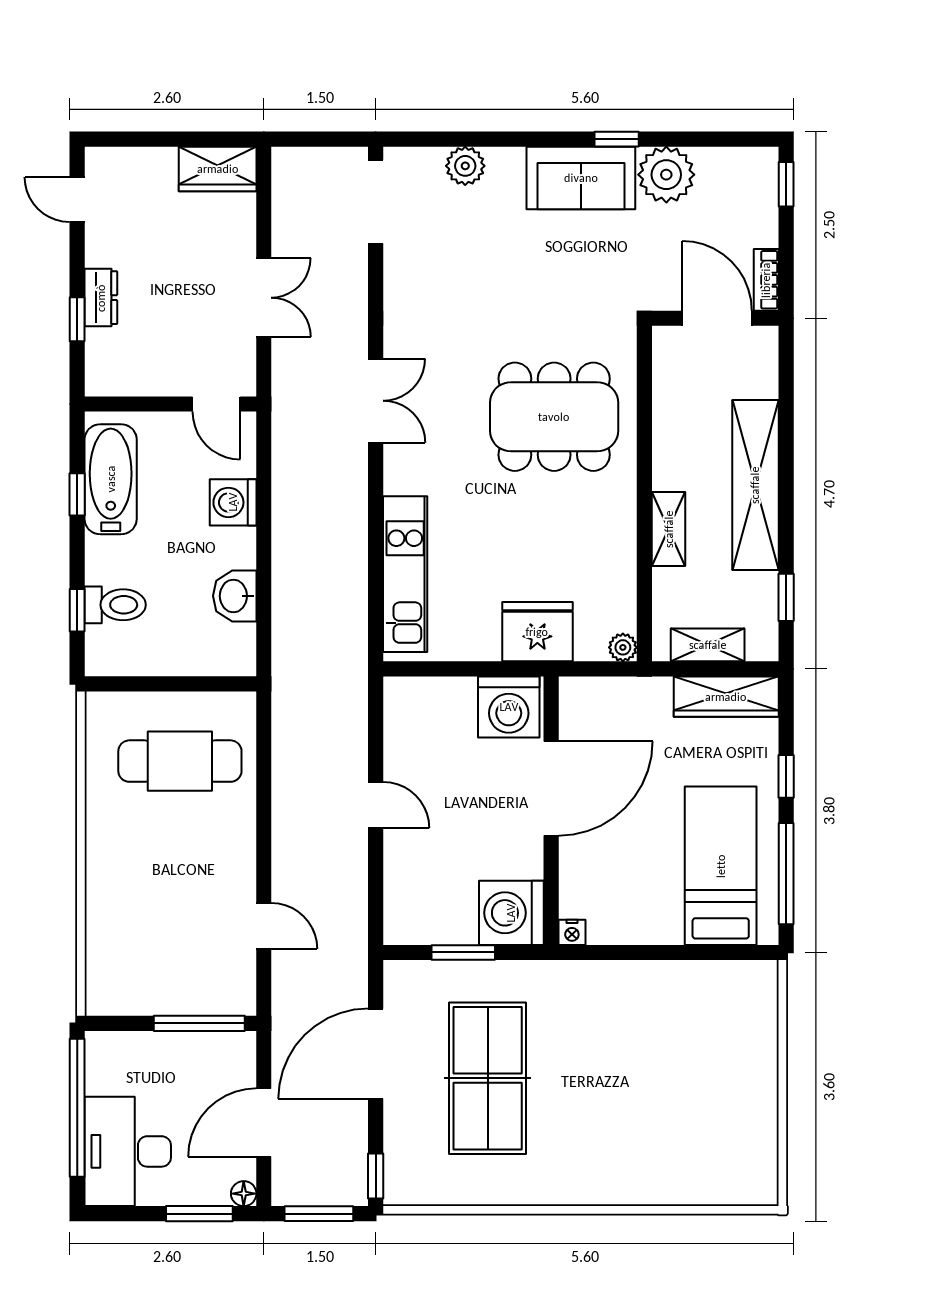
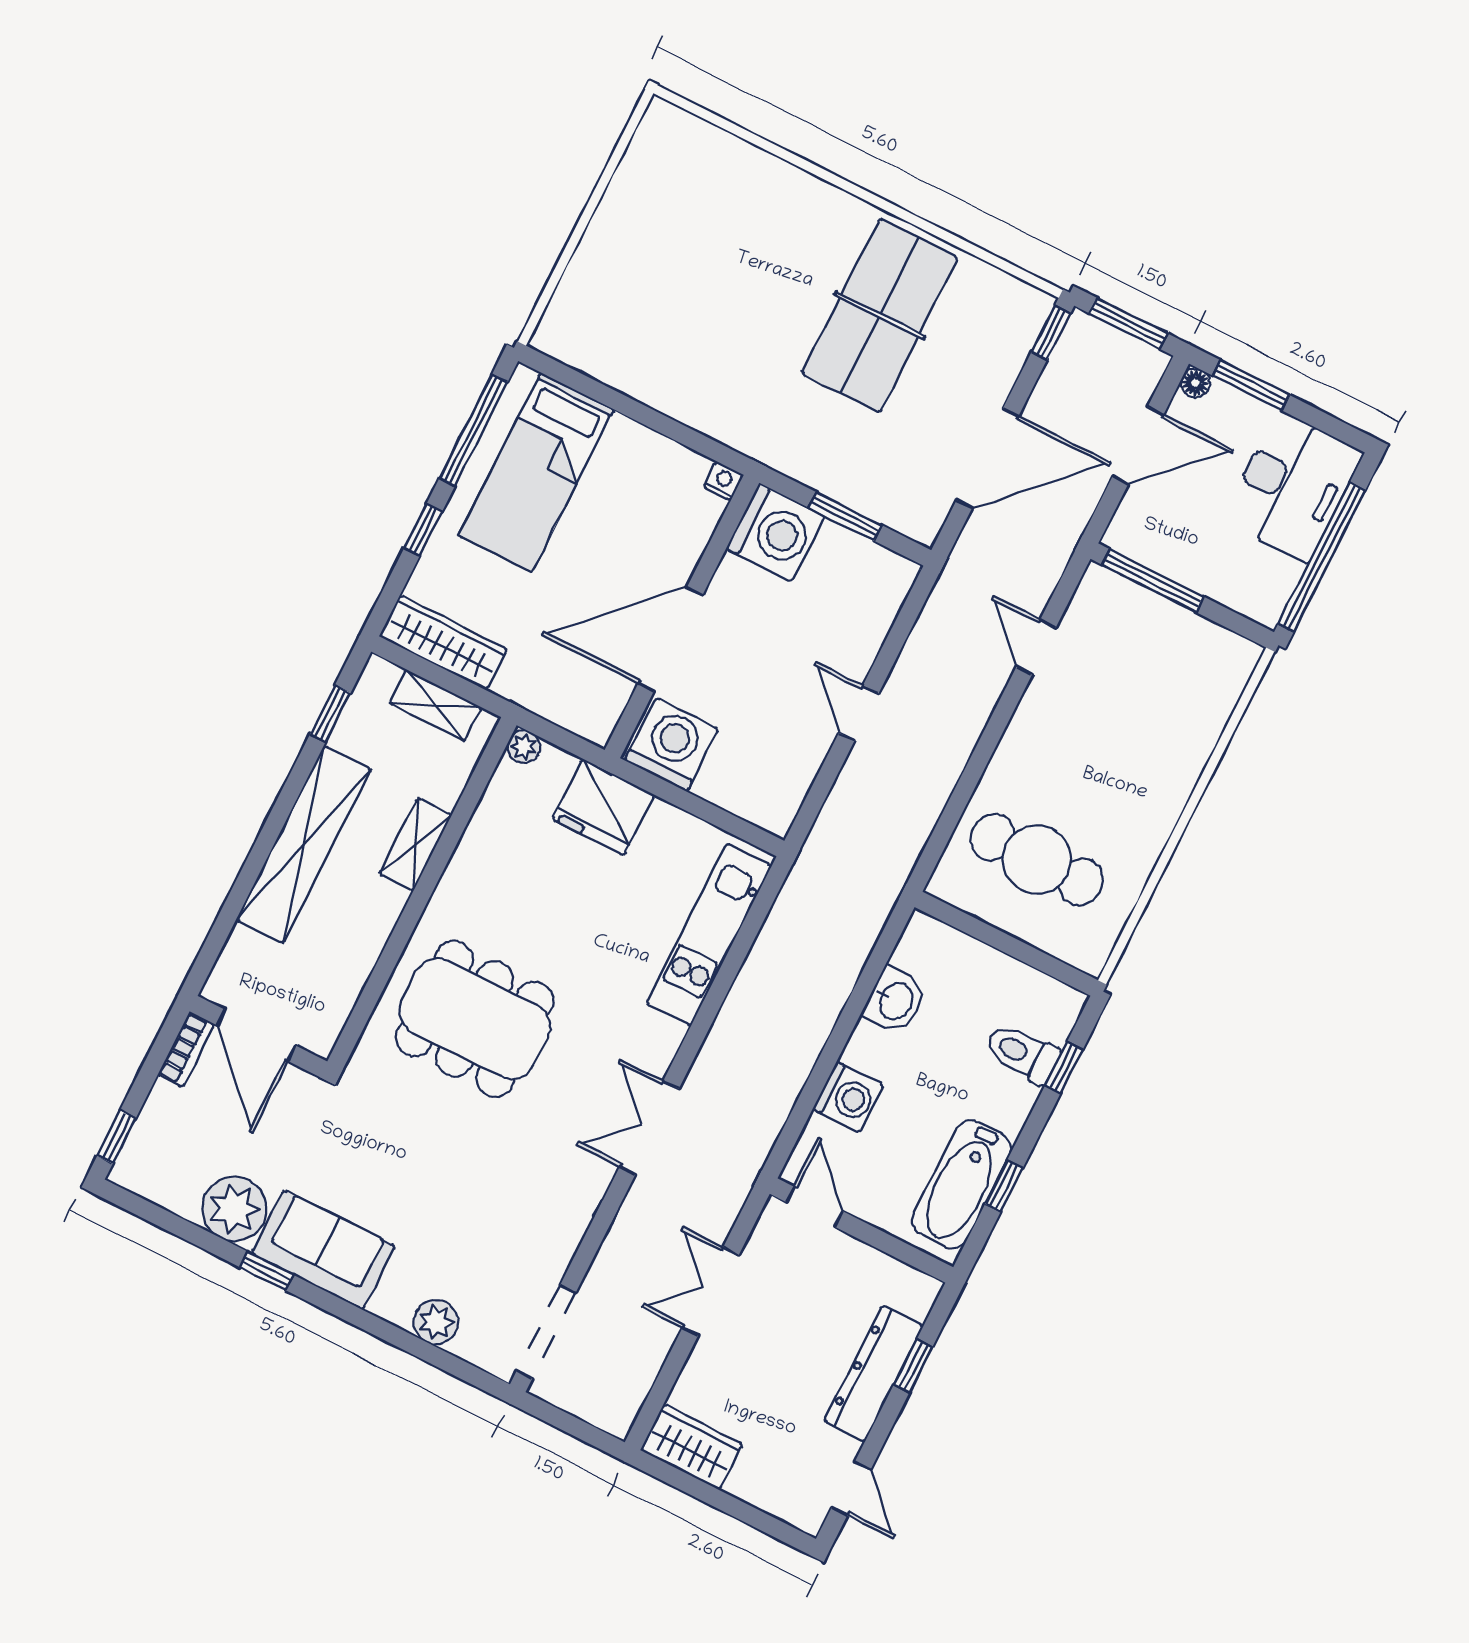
dresser: (101, 298) -> (874, 1374), width x1.96, depth x1.24
table tennis table: (488, 1078) -> (880, 316), moved

